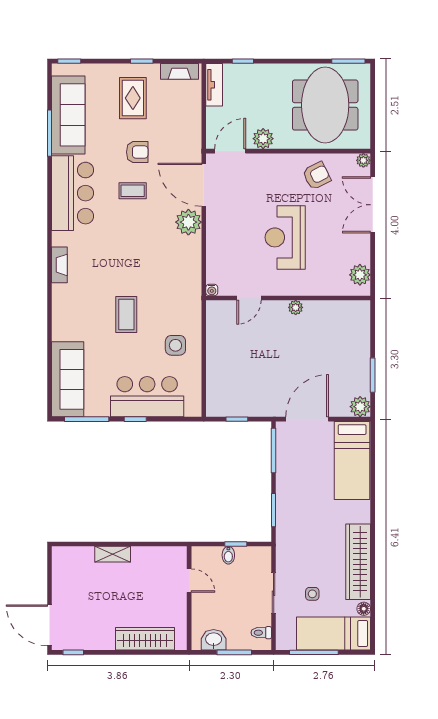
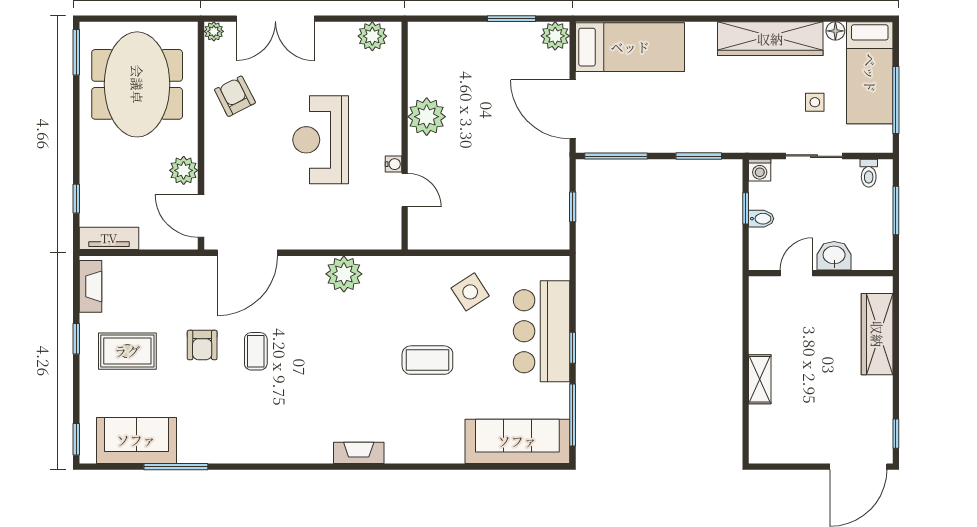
meeting table: (325, 105) -> (137, 84), turned 90
sofa: (68, 115) -> (136, 440), width x0.73
armchair: (137, 152) -> (202, 345), turned 180
bar counter: (73, 193) -> (259, 435), removed
plant: (188, 222) -> (344, 274), moved
reception desk: (285, 237) -> (321, 140), turned 90
water cooler: (212, 290) -> (393, 164), moved
plant: (296, 307) -> (427, 117), width x1.87, depth x1.87
side table: (175, 345) -> (470, 292), turned -33
washing machine: (263, 554) -> (760, 170), added
washbasin: (214, 640) -> (834, 256), moved, turned 90

